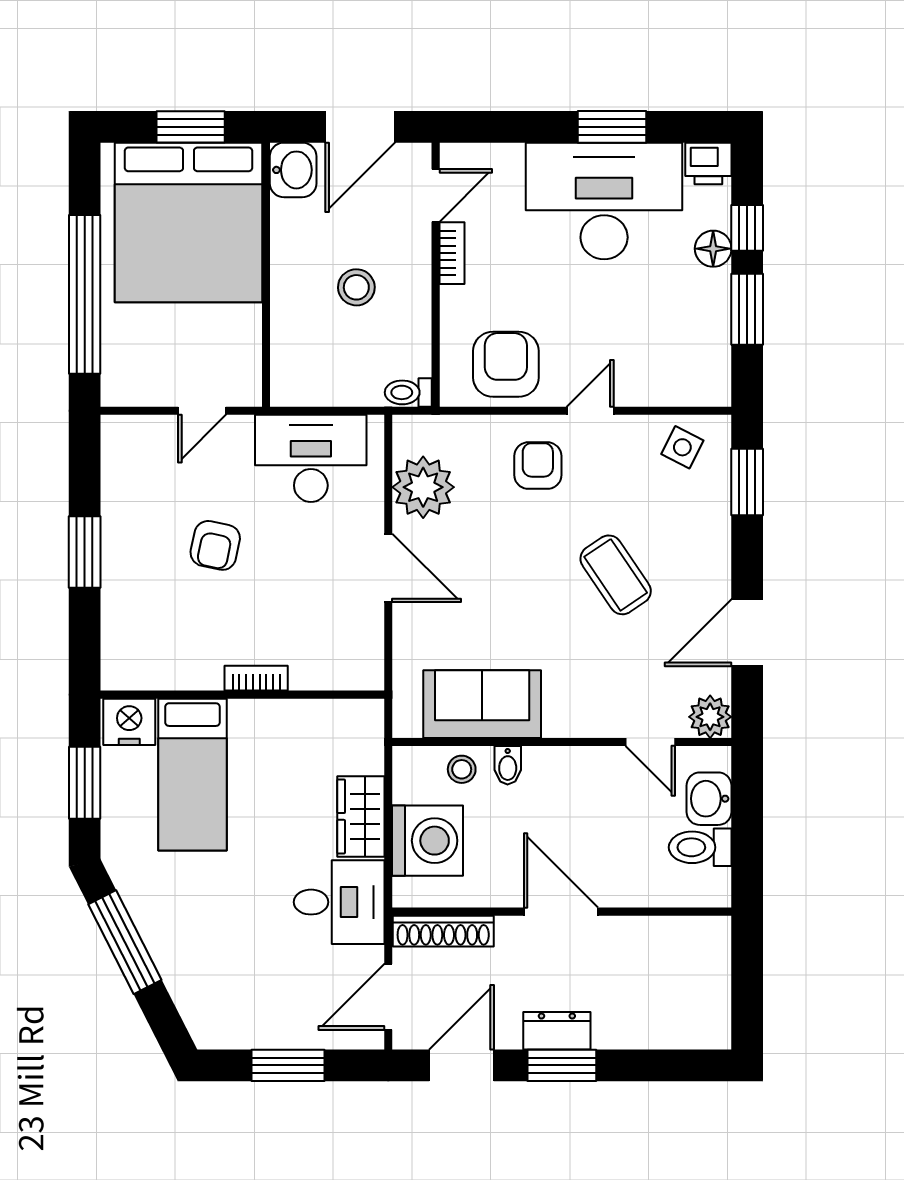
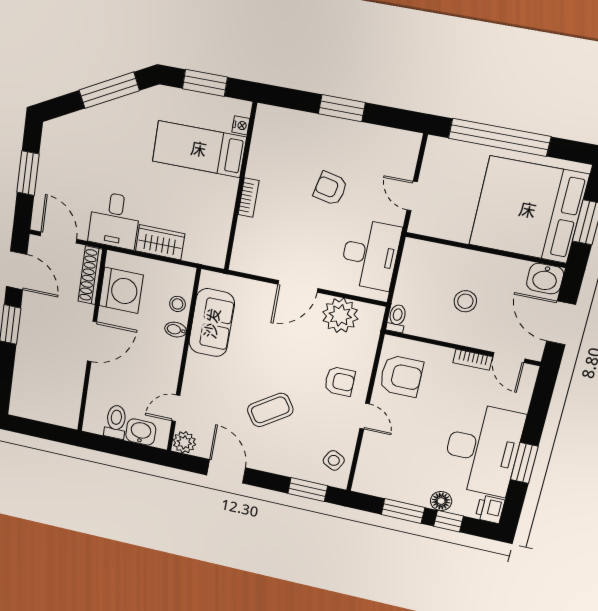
nightstand: (129, 722) -> (241, 125), width x0.53, depth x0.56
washing machine: (428, 841) -> (121, 290), moved, turned -90
dresser: (557, 1031) -> (29, 326), removed

